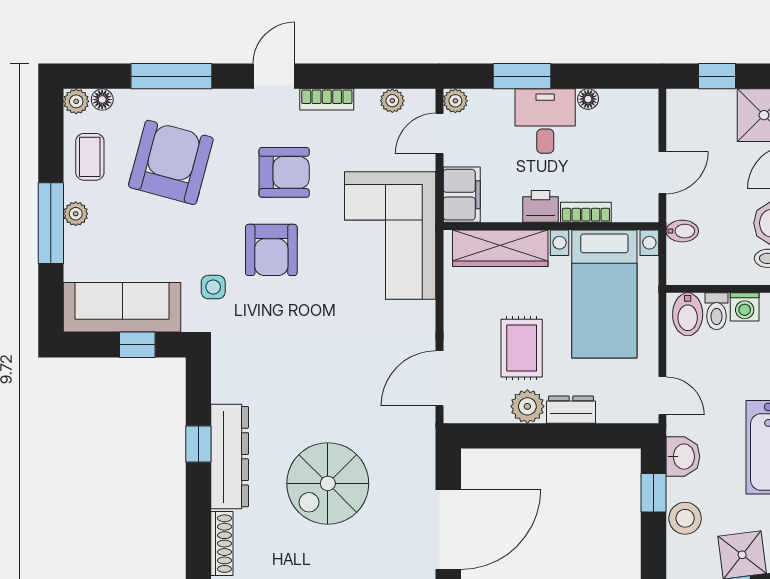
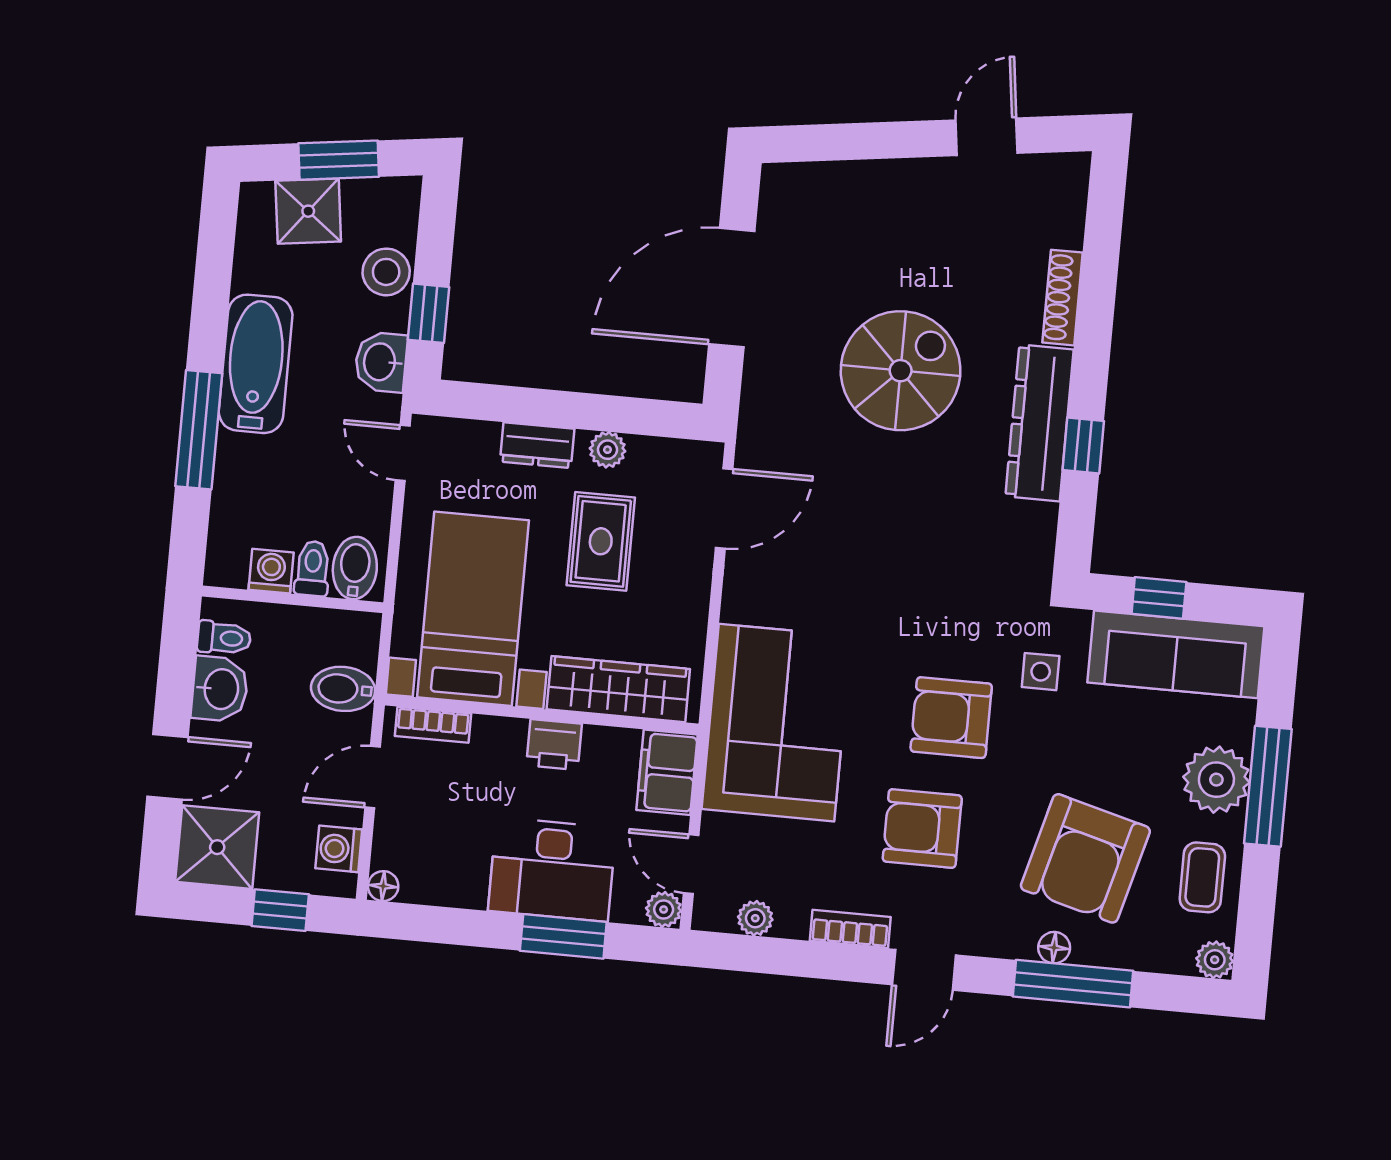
floor lamp: (588, 99) -> (383, 886), moved
floor lamp: (102, 100) -> (1054, 948), moved
desk: (545, 121) -> (552, 870), width x1.37
washing machine: (681, 122) -> (339, 849), added
door: (439, 133) -> (691, 864), swing flipped
bookcase: (586, 212) -> (433, 725), moved
plant: (76, 214) -> (1216, 780), width x1.87, depth x1.87
bidet: (682, 231) -> (343, 689), width x1.38, depth x1.36
armchair: (271, 250) -> (951, 718), turned -90
plant: (527, 406) -> (607, 450), width x0.73, depth x0.73

